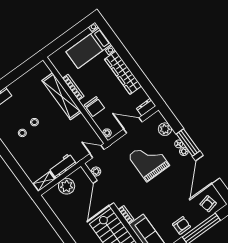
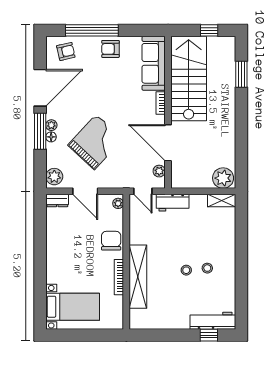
wardrobe: (123, 73) -> (55, 254), removed
plant: (165, 129) -> (54, 177), moved
grand piano: (149, 161) -> (95, 142), turned -137
workbench: (63, 166) -> (173, 203), moved
plant: (67, 186) -> (223, 178), moved
door: (103, 193) -> (168, 143), swing flipped

